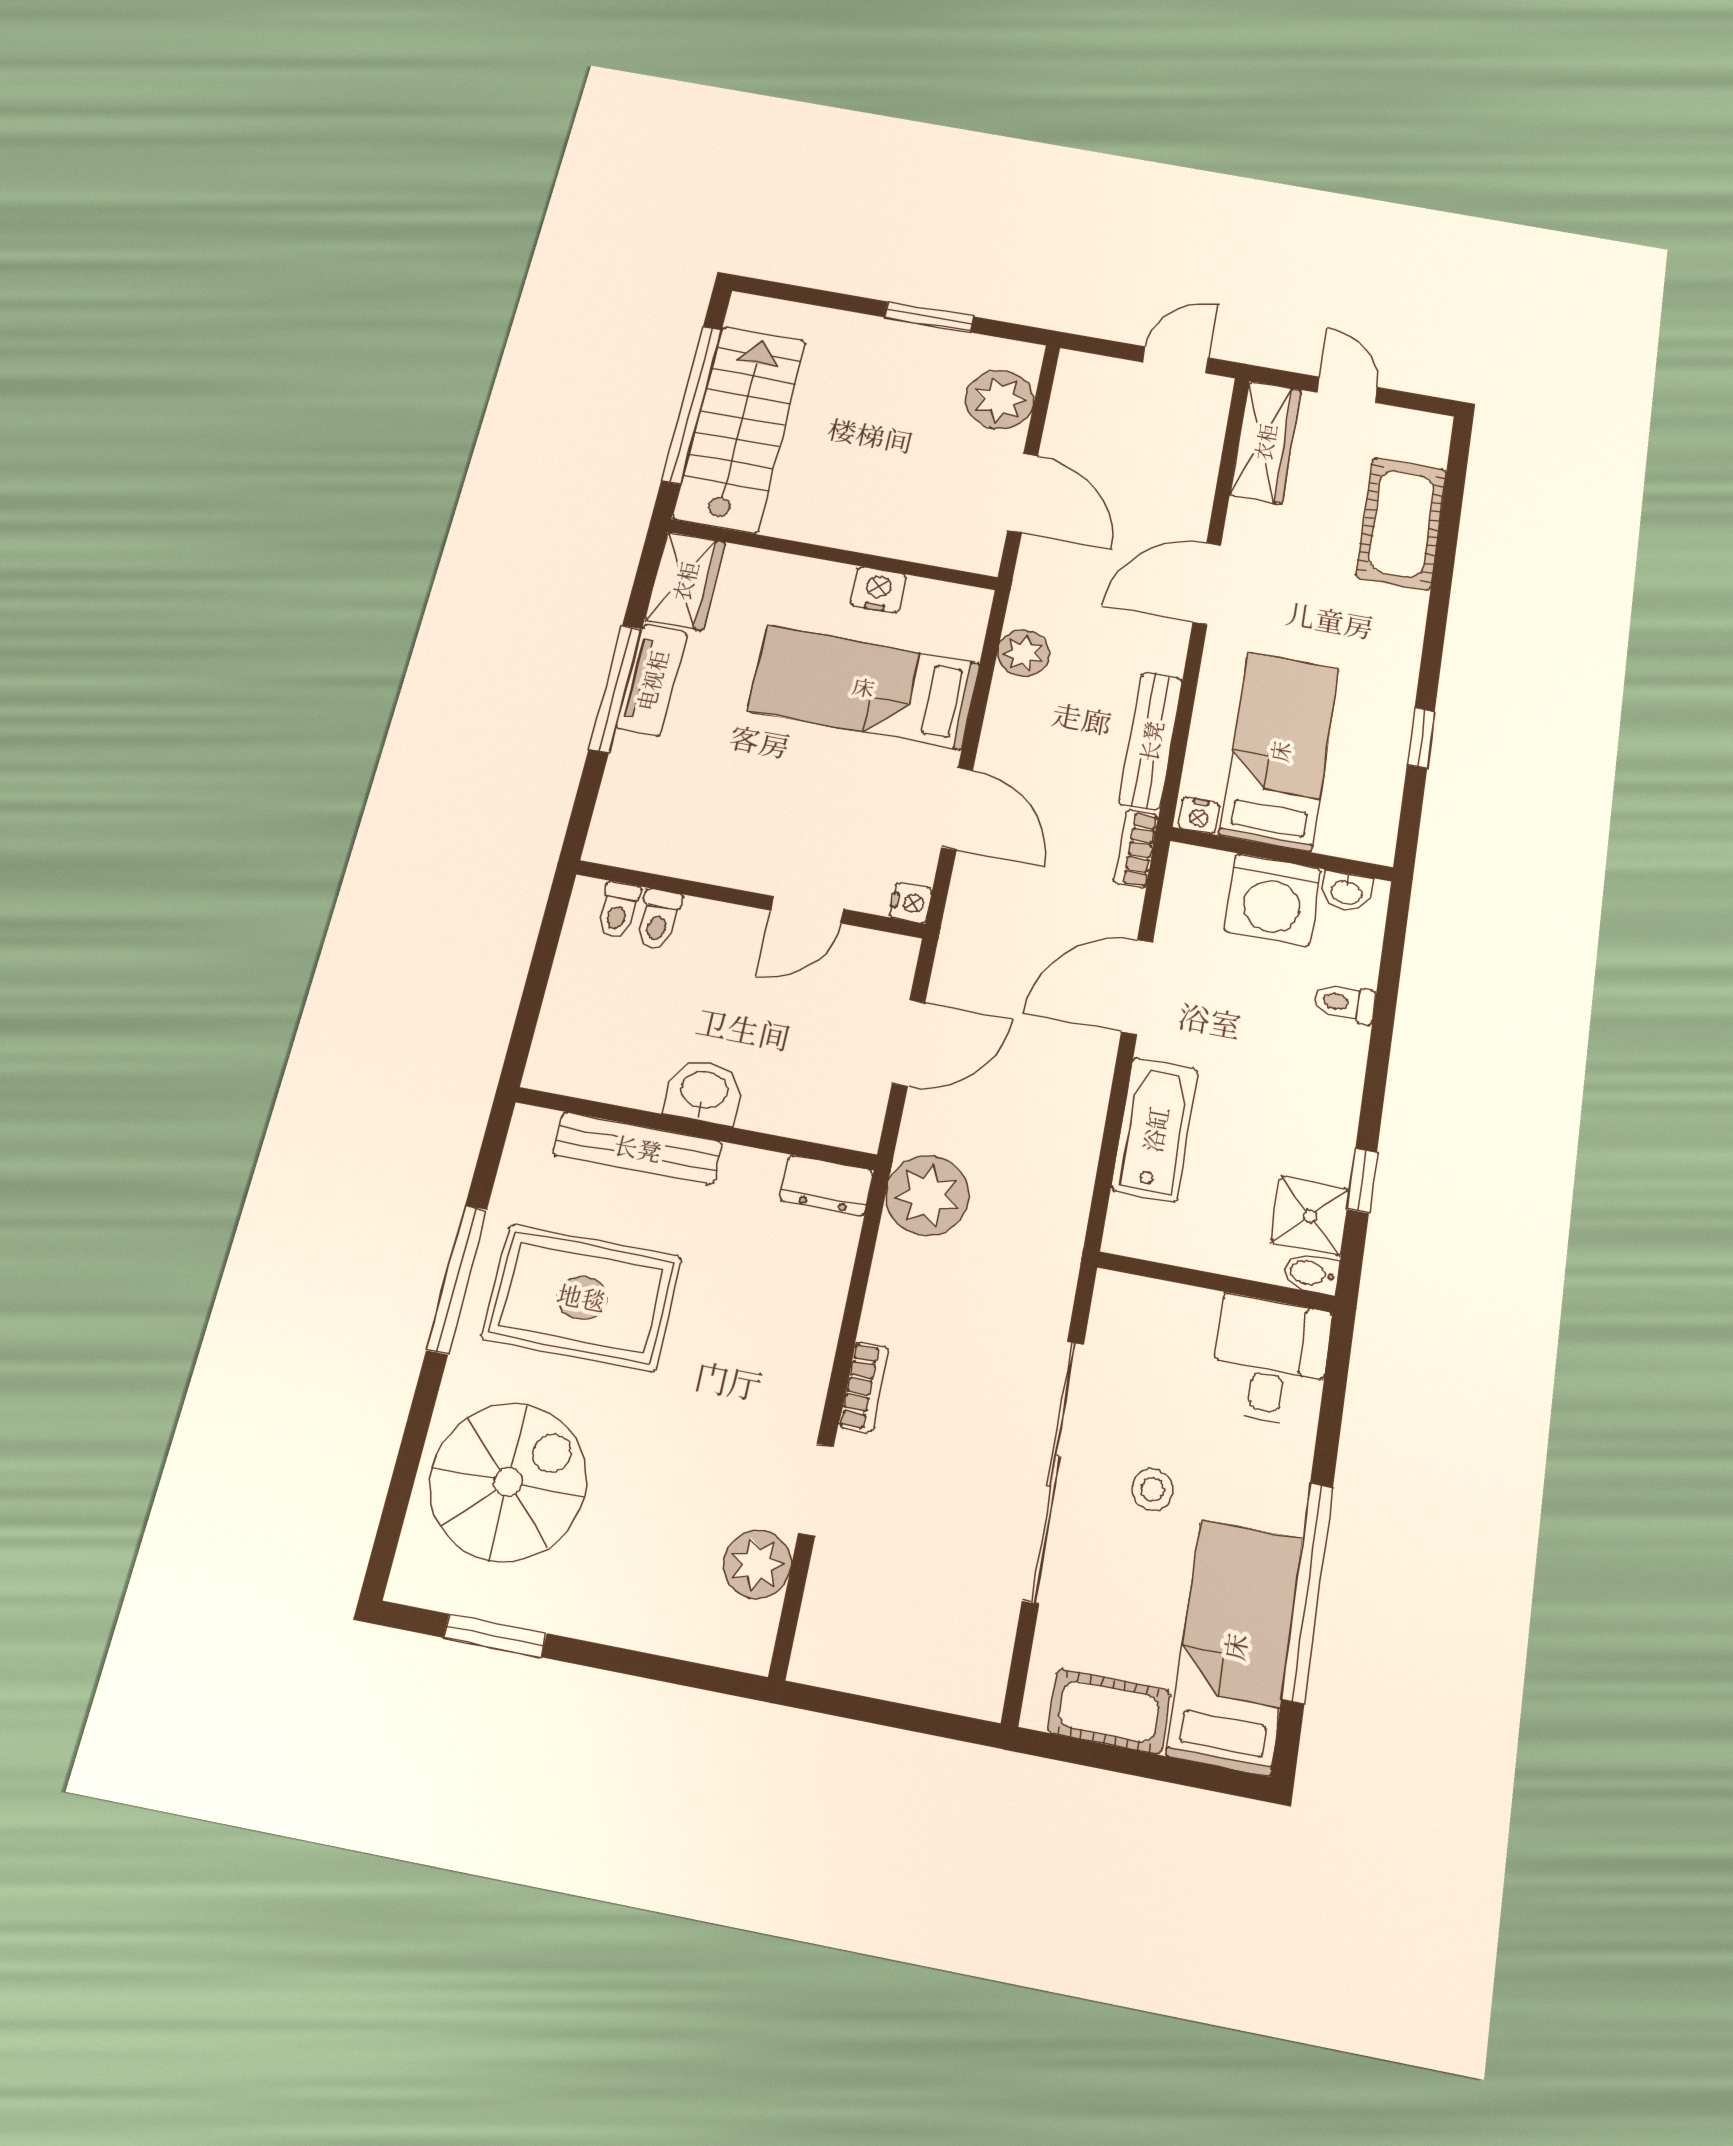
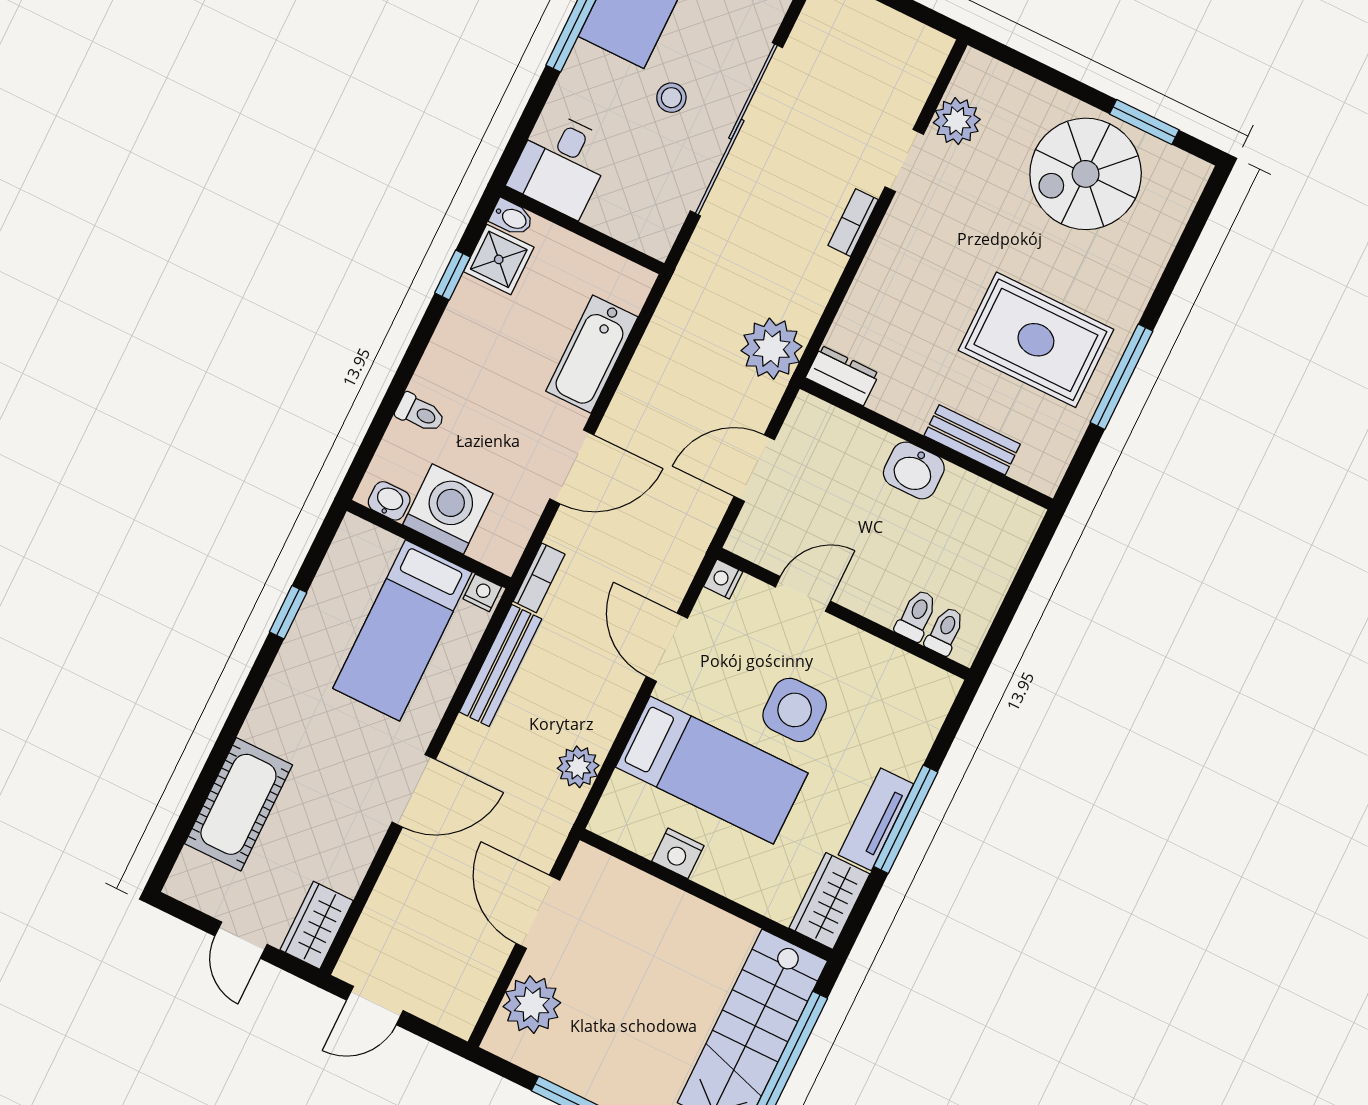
wardrobe: (1265, 442) -> (317, 925), width x0.67
side table: (782, 776) -> (795, 710), added
bench: (638, 1148) -> (972, 440), width x0.73
spiral stairs: (508, 1482) -> (1086, 174), moved

